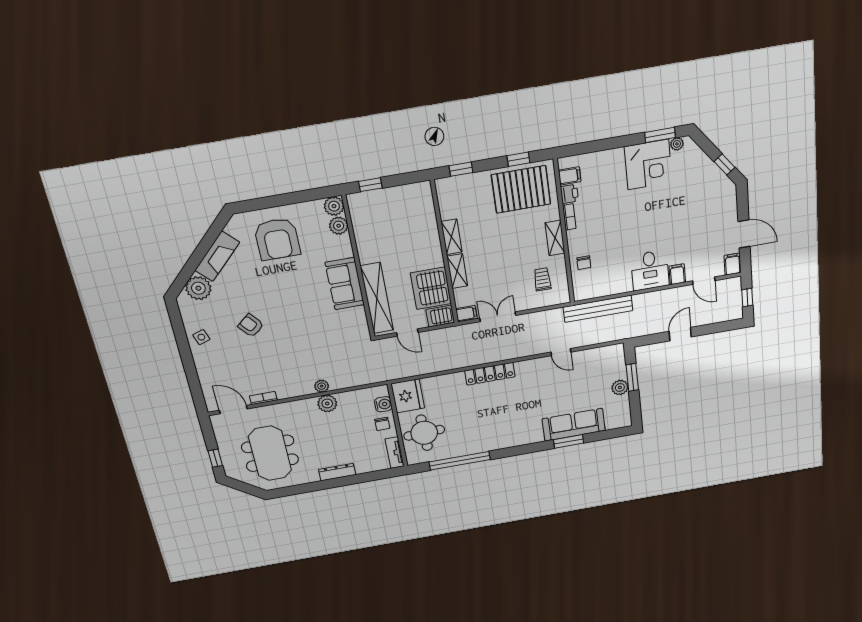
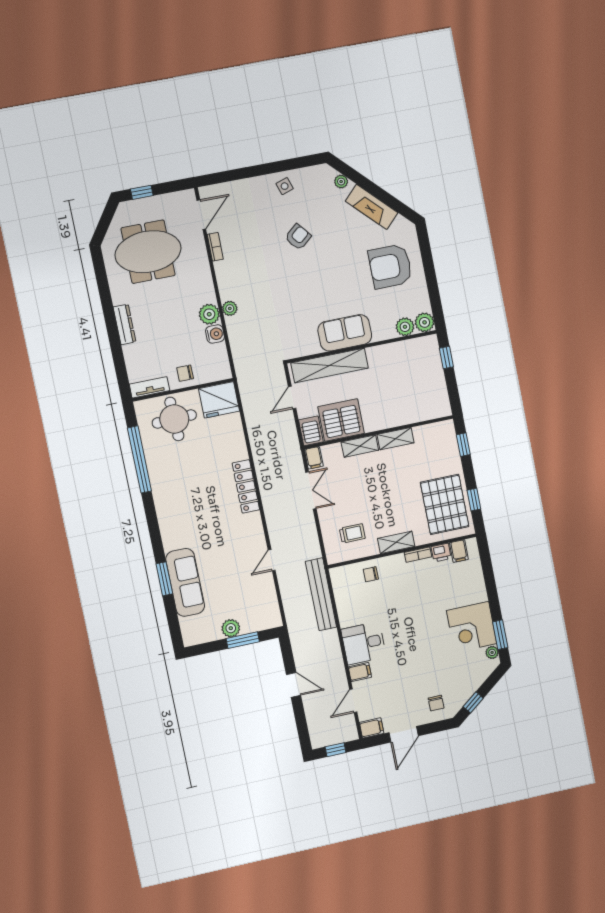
chair: (719, 202) -> (436, 703), added
plant: (198, 288) -> (341, 182), width x0.53, depth x0.53
water cooler: (383, 404) -> (215, 334), moved, turned -90

